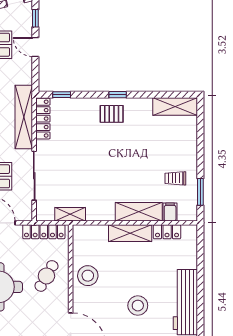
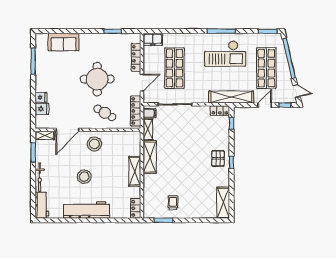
shelving: (24, 117) -> (231, 97), moved
locker: (43, 119) -> (220, 110), width x0.66
shelving: (139, 212) -> (150, 157), moved
filing cabinet: (170, 212) -> (150, 113), moved
locker: (167, 232) -> (136, 208), moved
stool: (88, 276) -> (94, 144), moved

